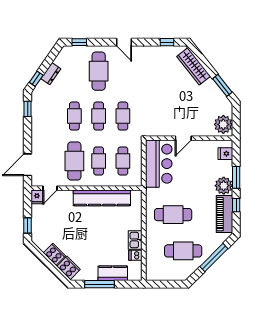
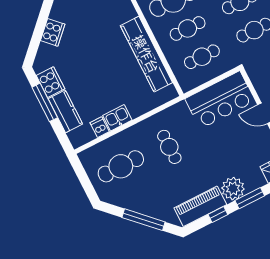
cafe table: (173, 215) -> (169, 147), width x0.73, depth x0.74
cafe table: (183, 251) -> (121, 166), moved, turned 90
cooker: (68, 268) -> (50, 82), moved, turned -45

